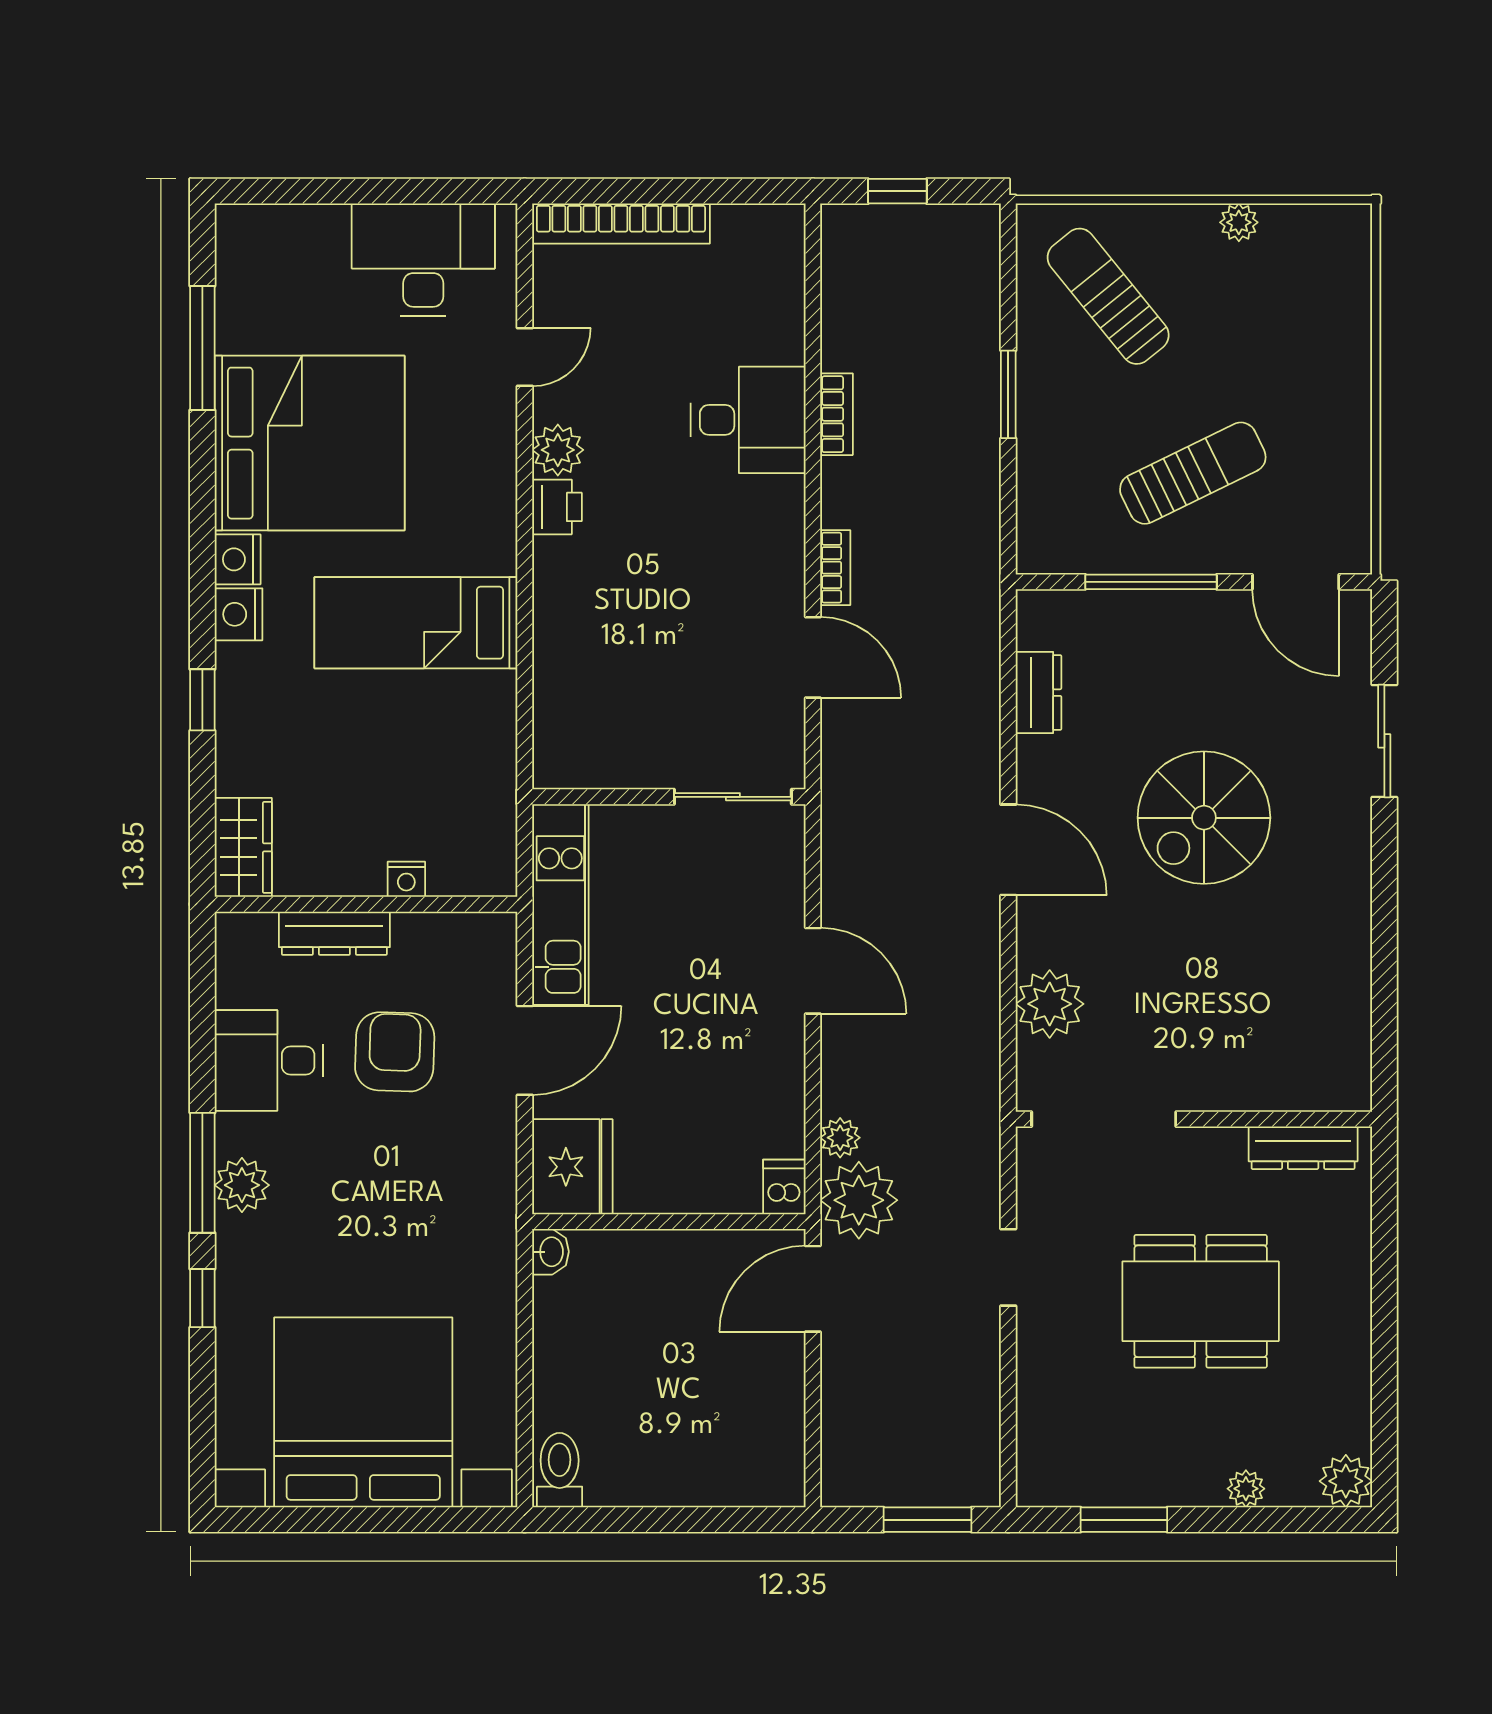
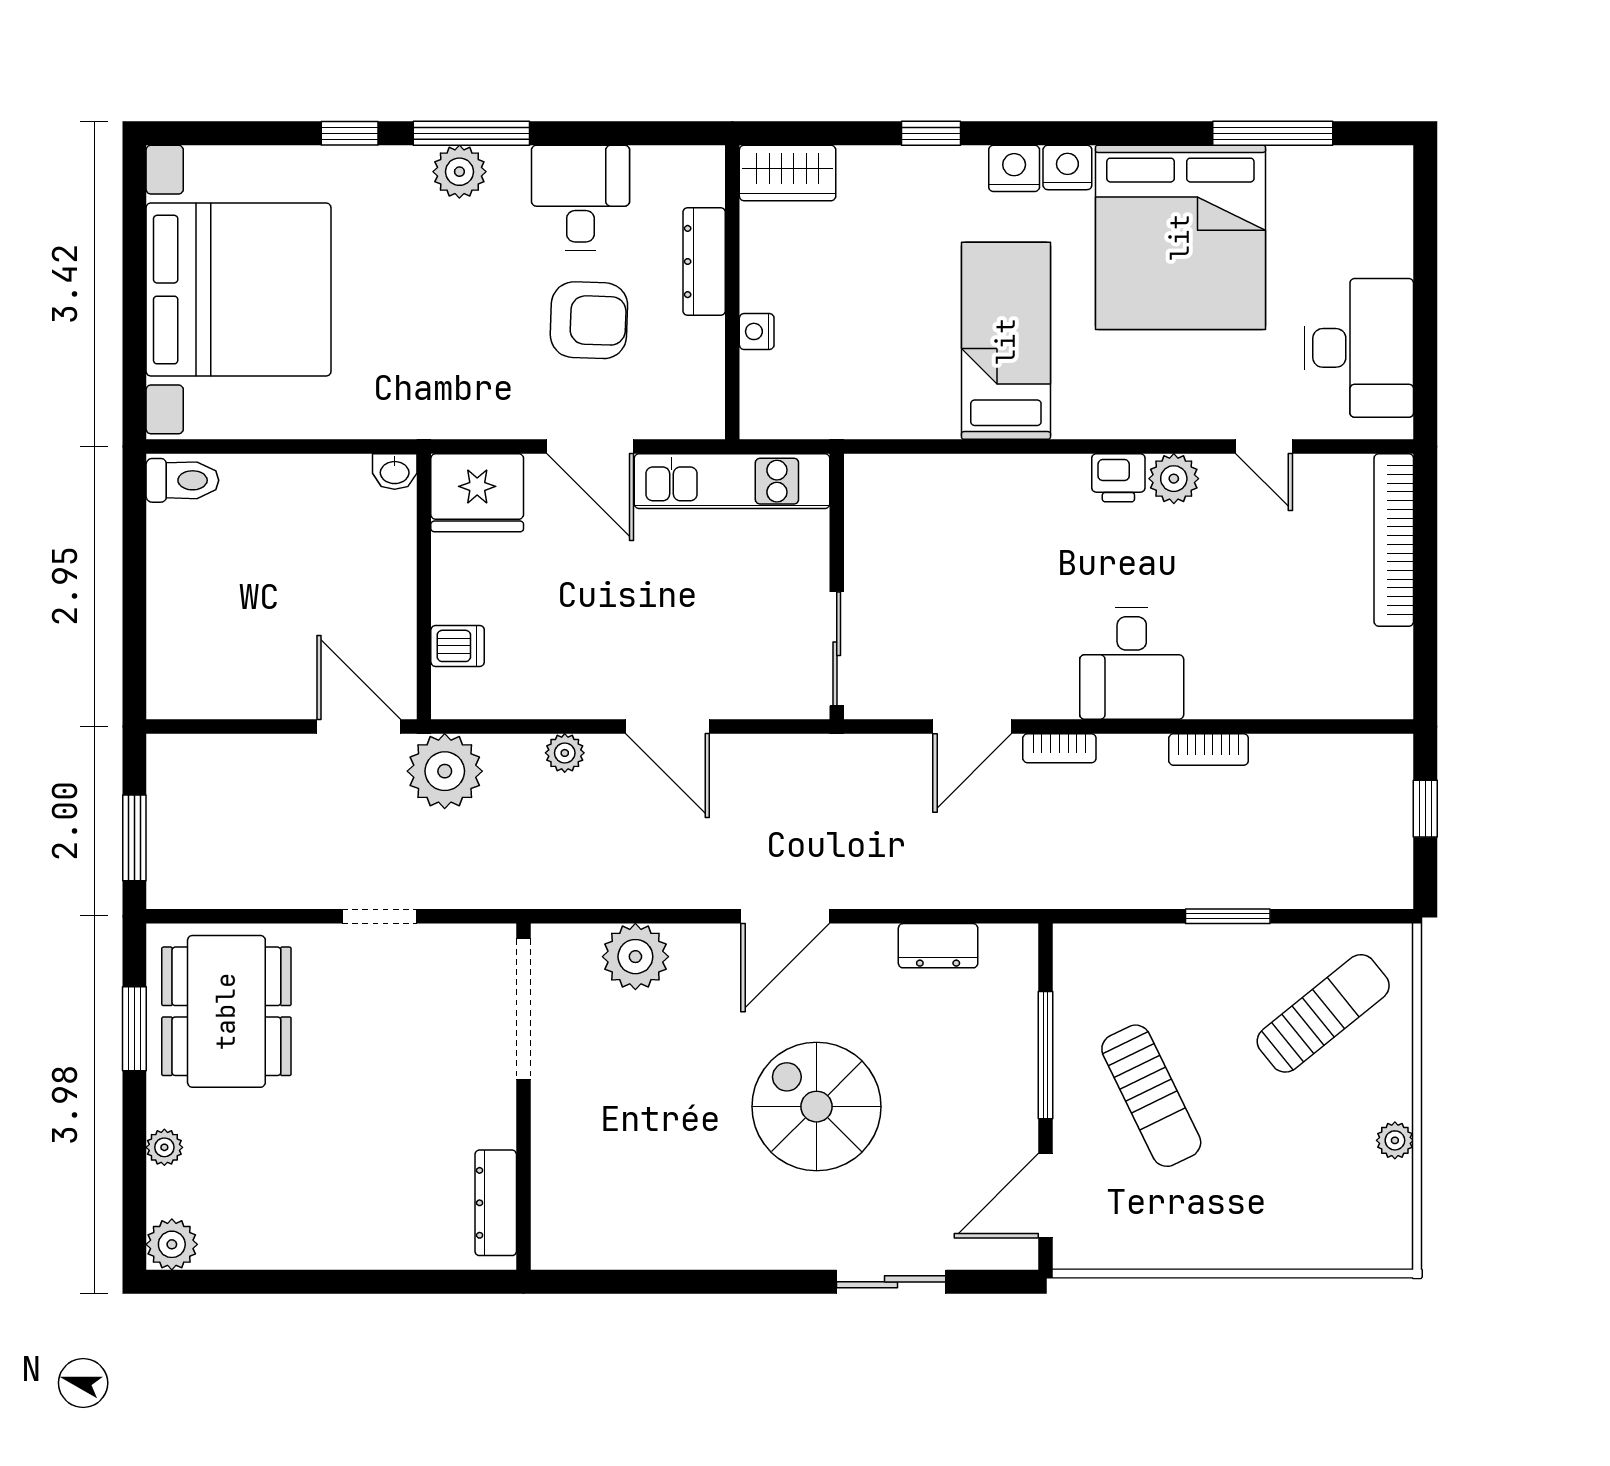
desk: (748, 420) -> (1132, 664), moved
door: (813, 971) -> (668, 727), hinge flipped
plant: (840, 1138) -> (565, 753), moved
dishwasher: (784, 1187) -> (458, 646), moved
dining table: (1201, 1301) -> (226, 1011), moved

